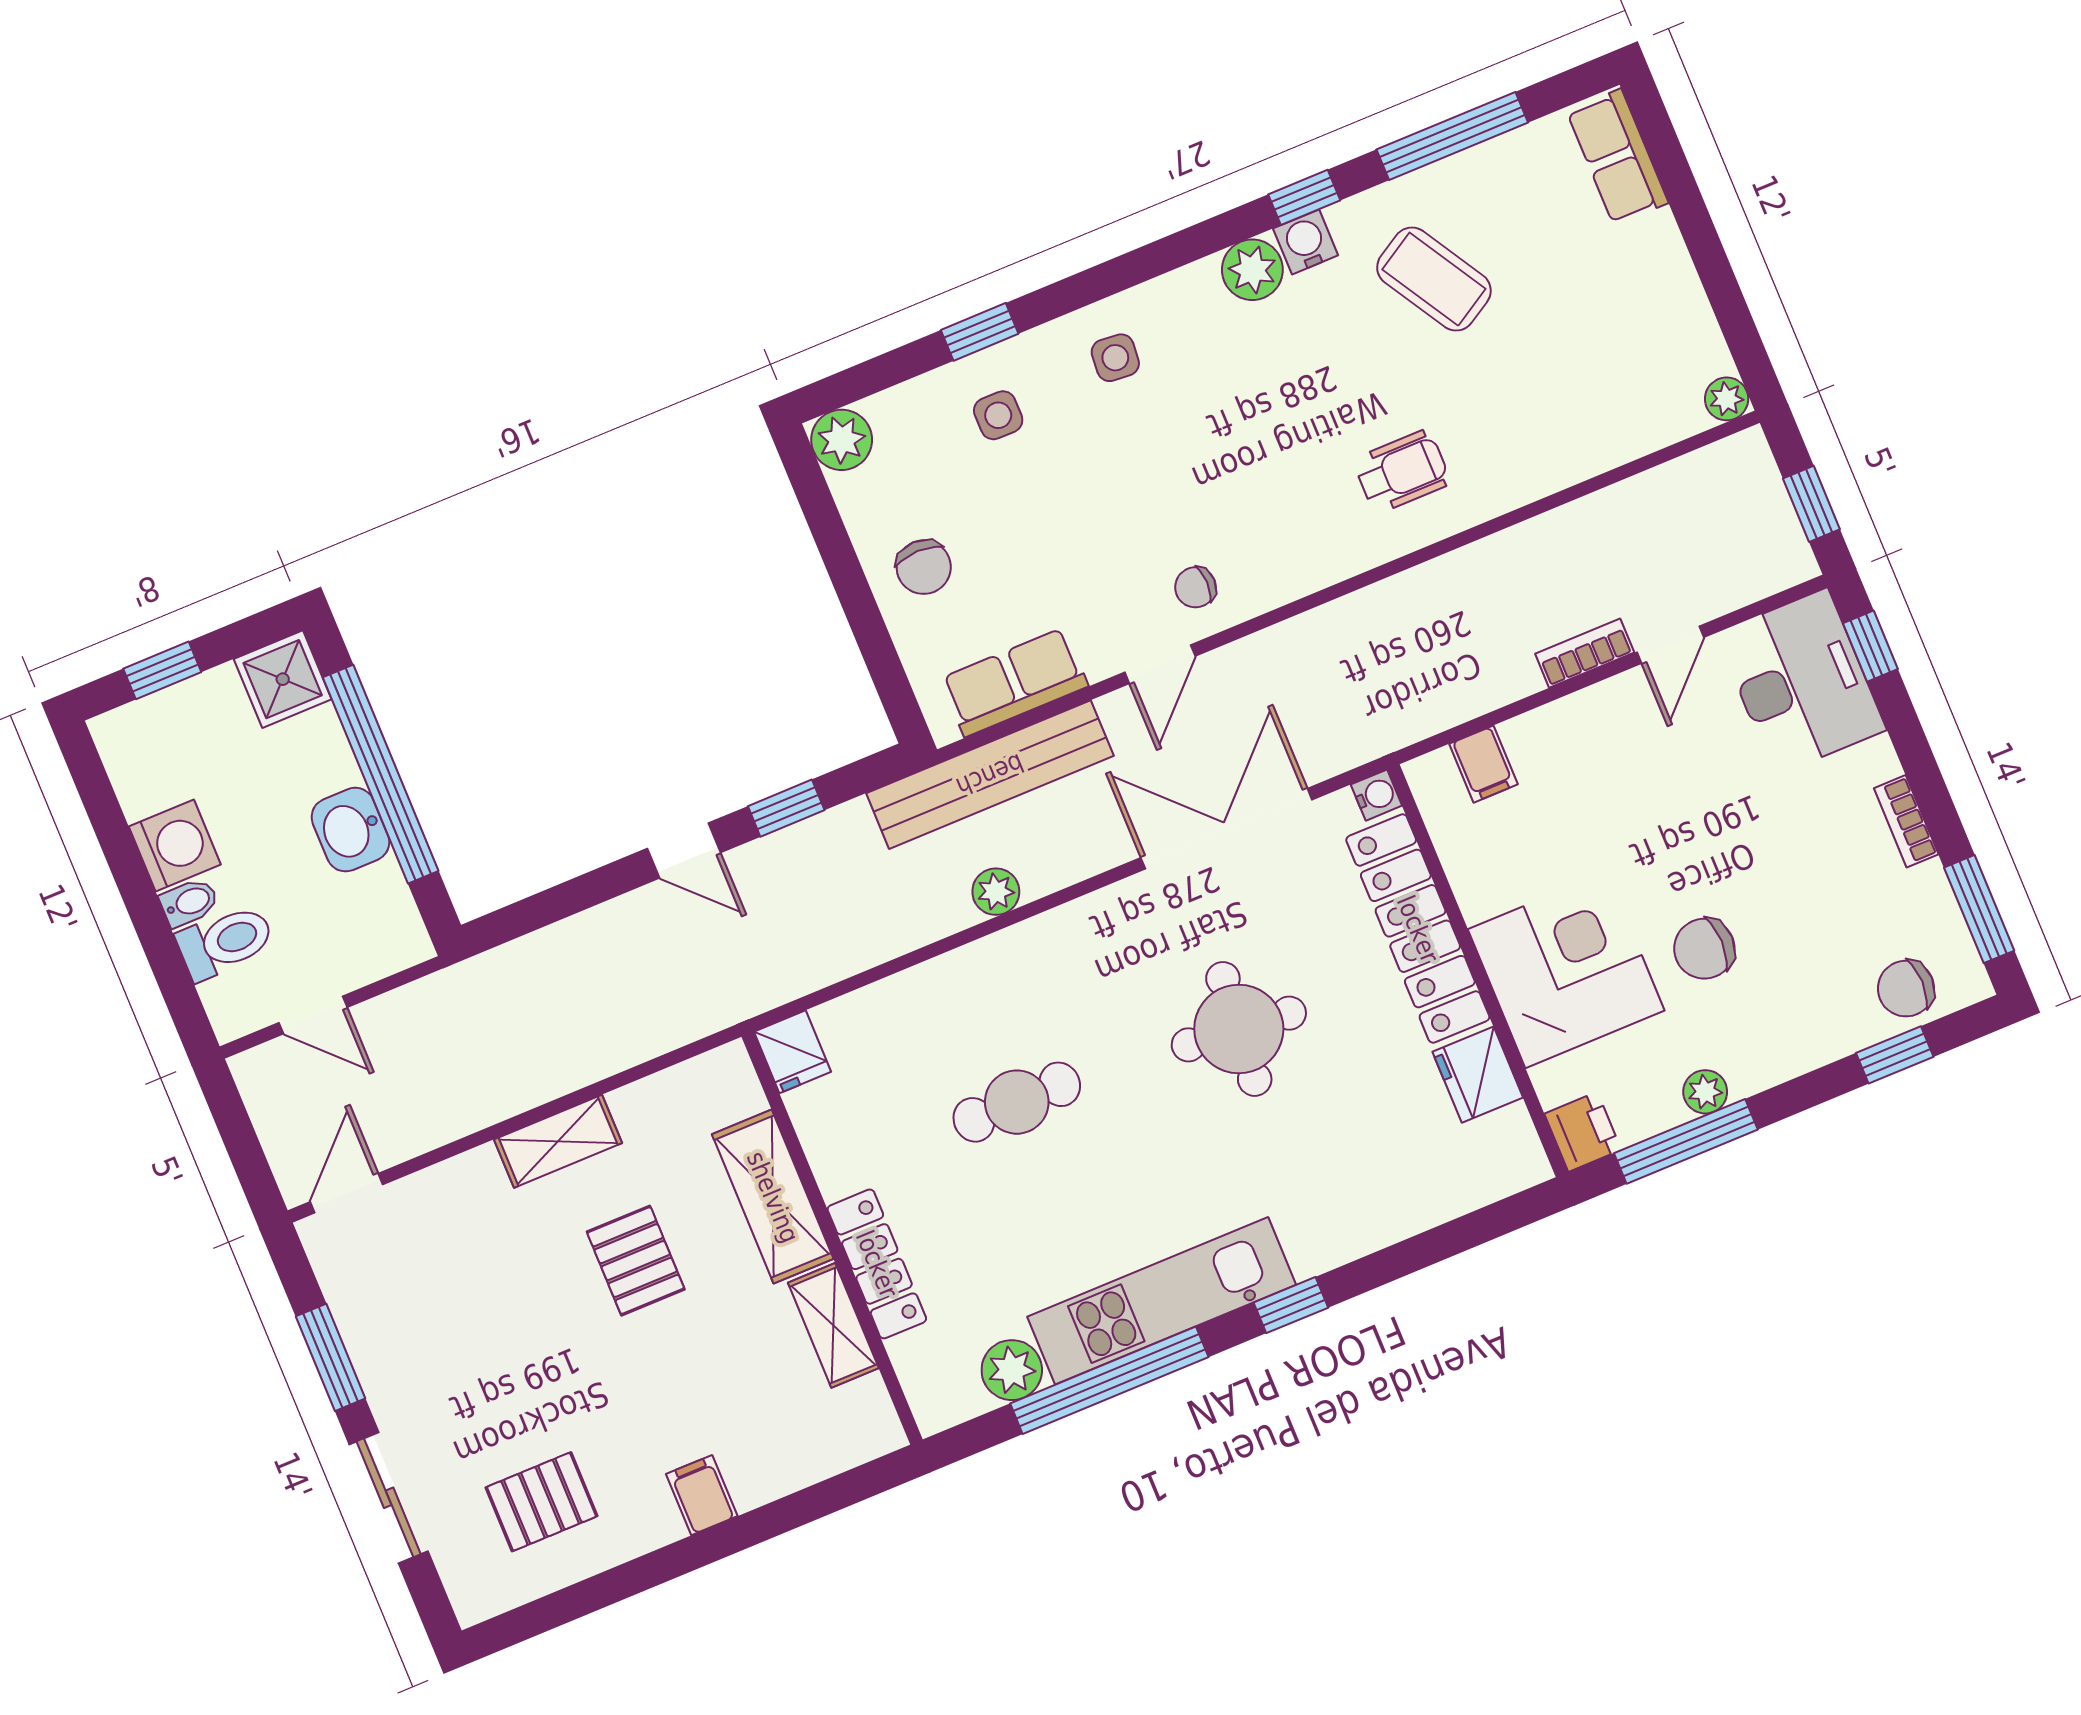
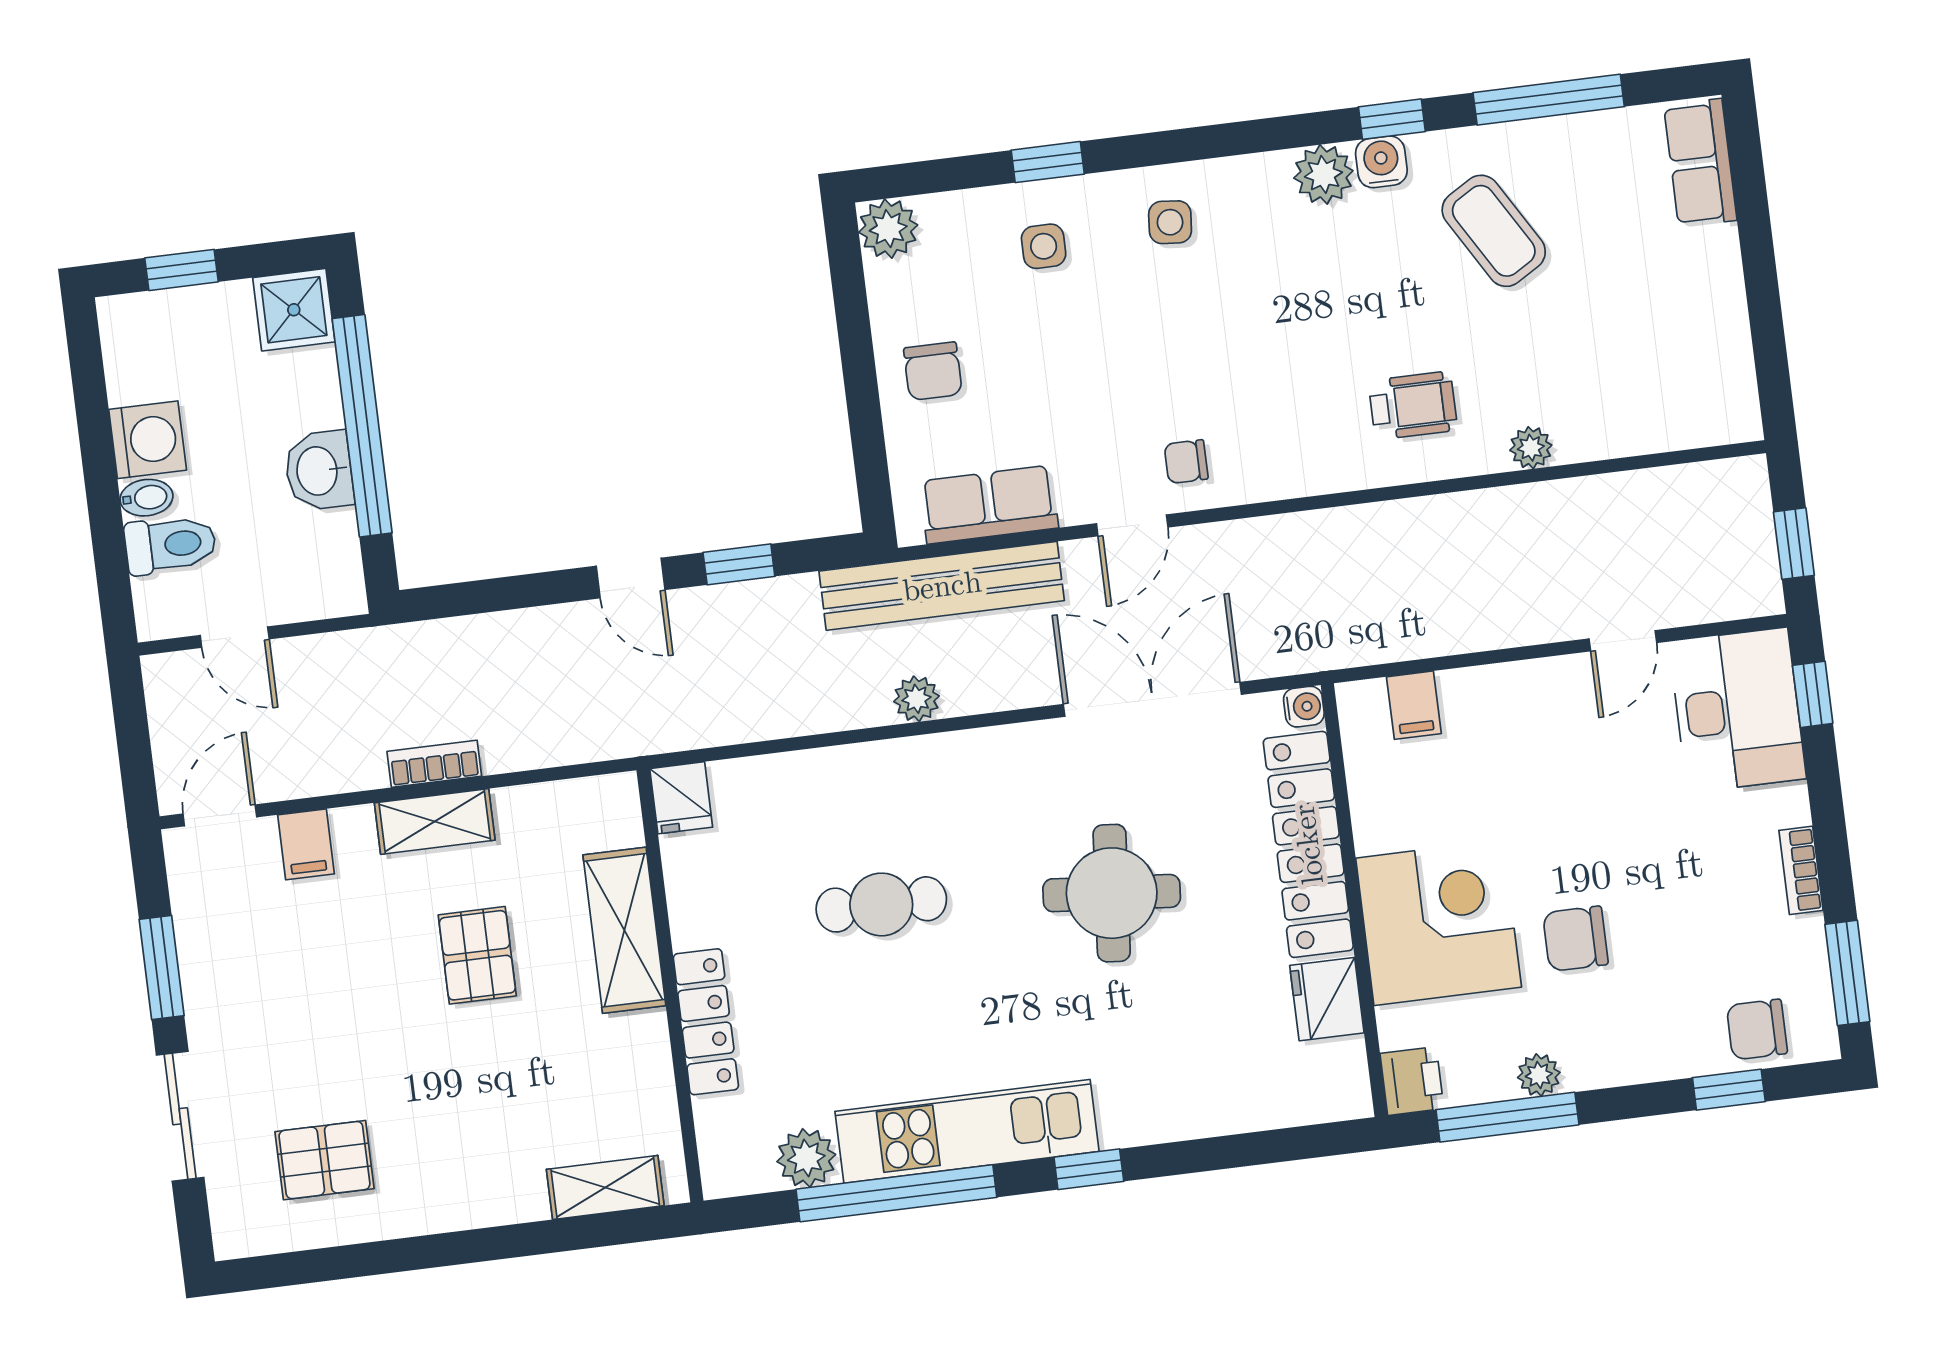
plant: (1727, 399) -> (1531, 448), moved
bookcase: (1585, 653) -> (434, 764), moved
shelving: (833, 1325) -> (605, 1188), moved, turned 90
filing cabinet: (702, 1495) -> (306, 844), moved, turned 180

